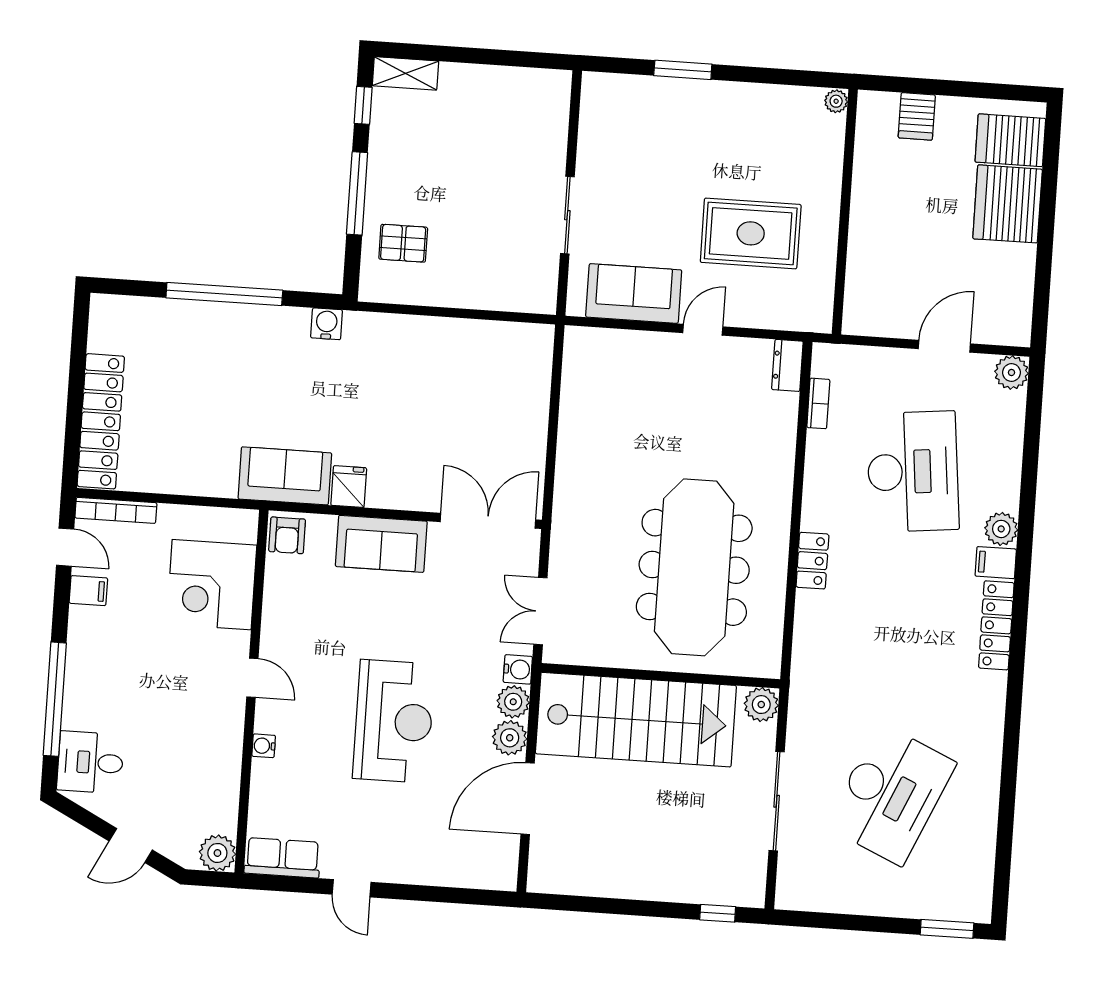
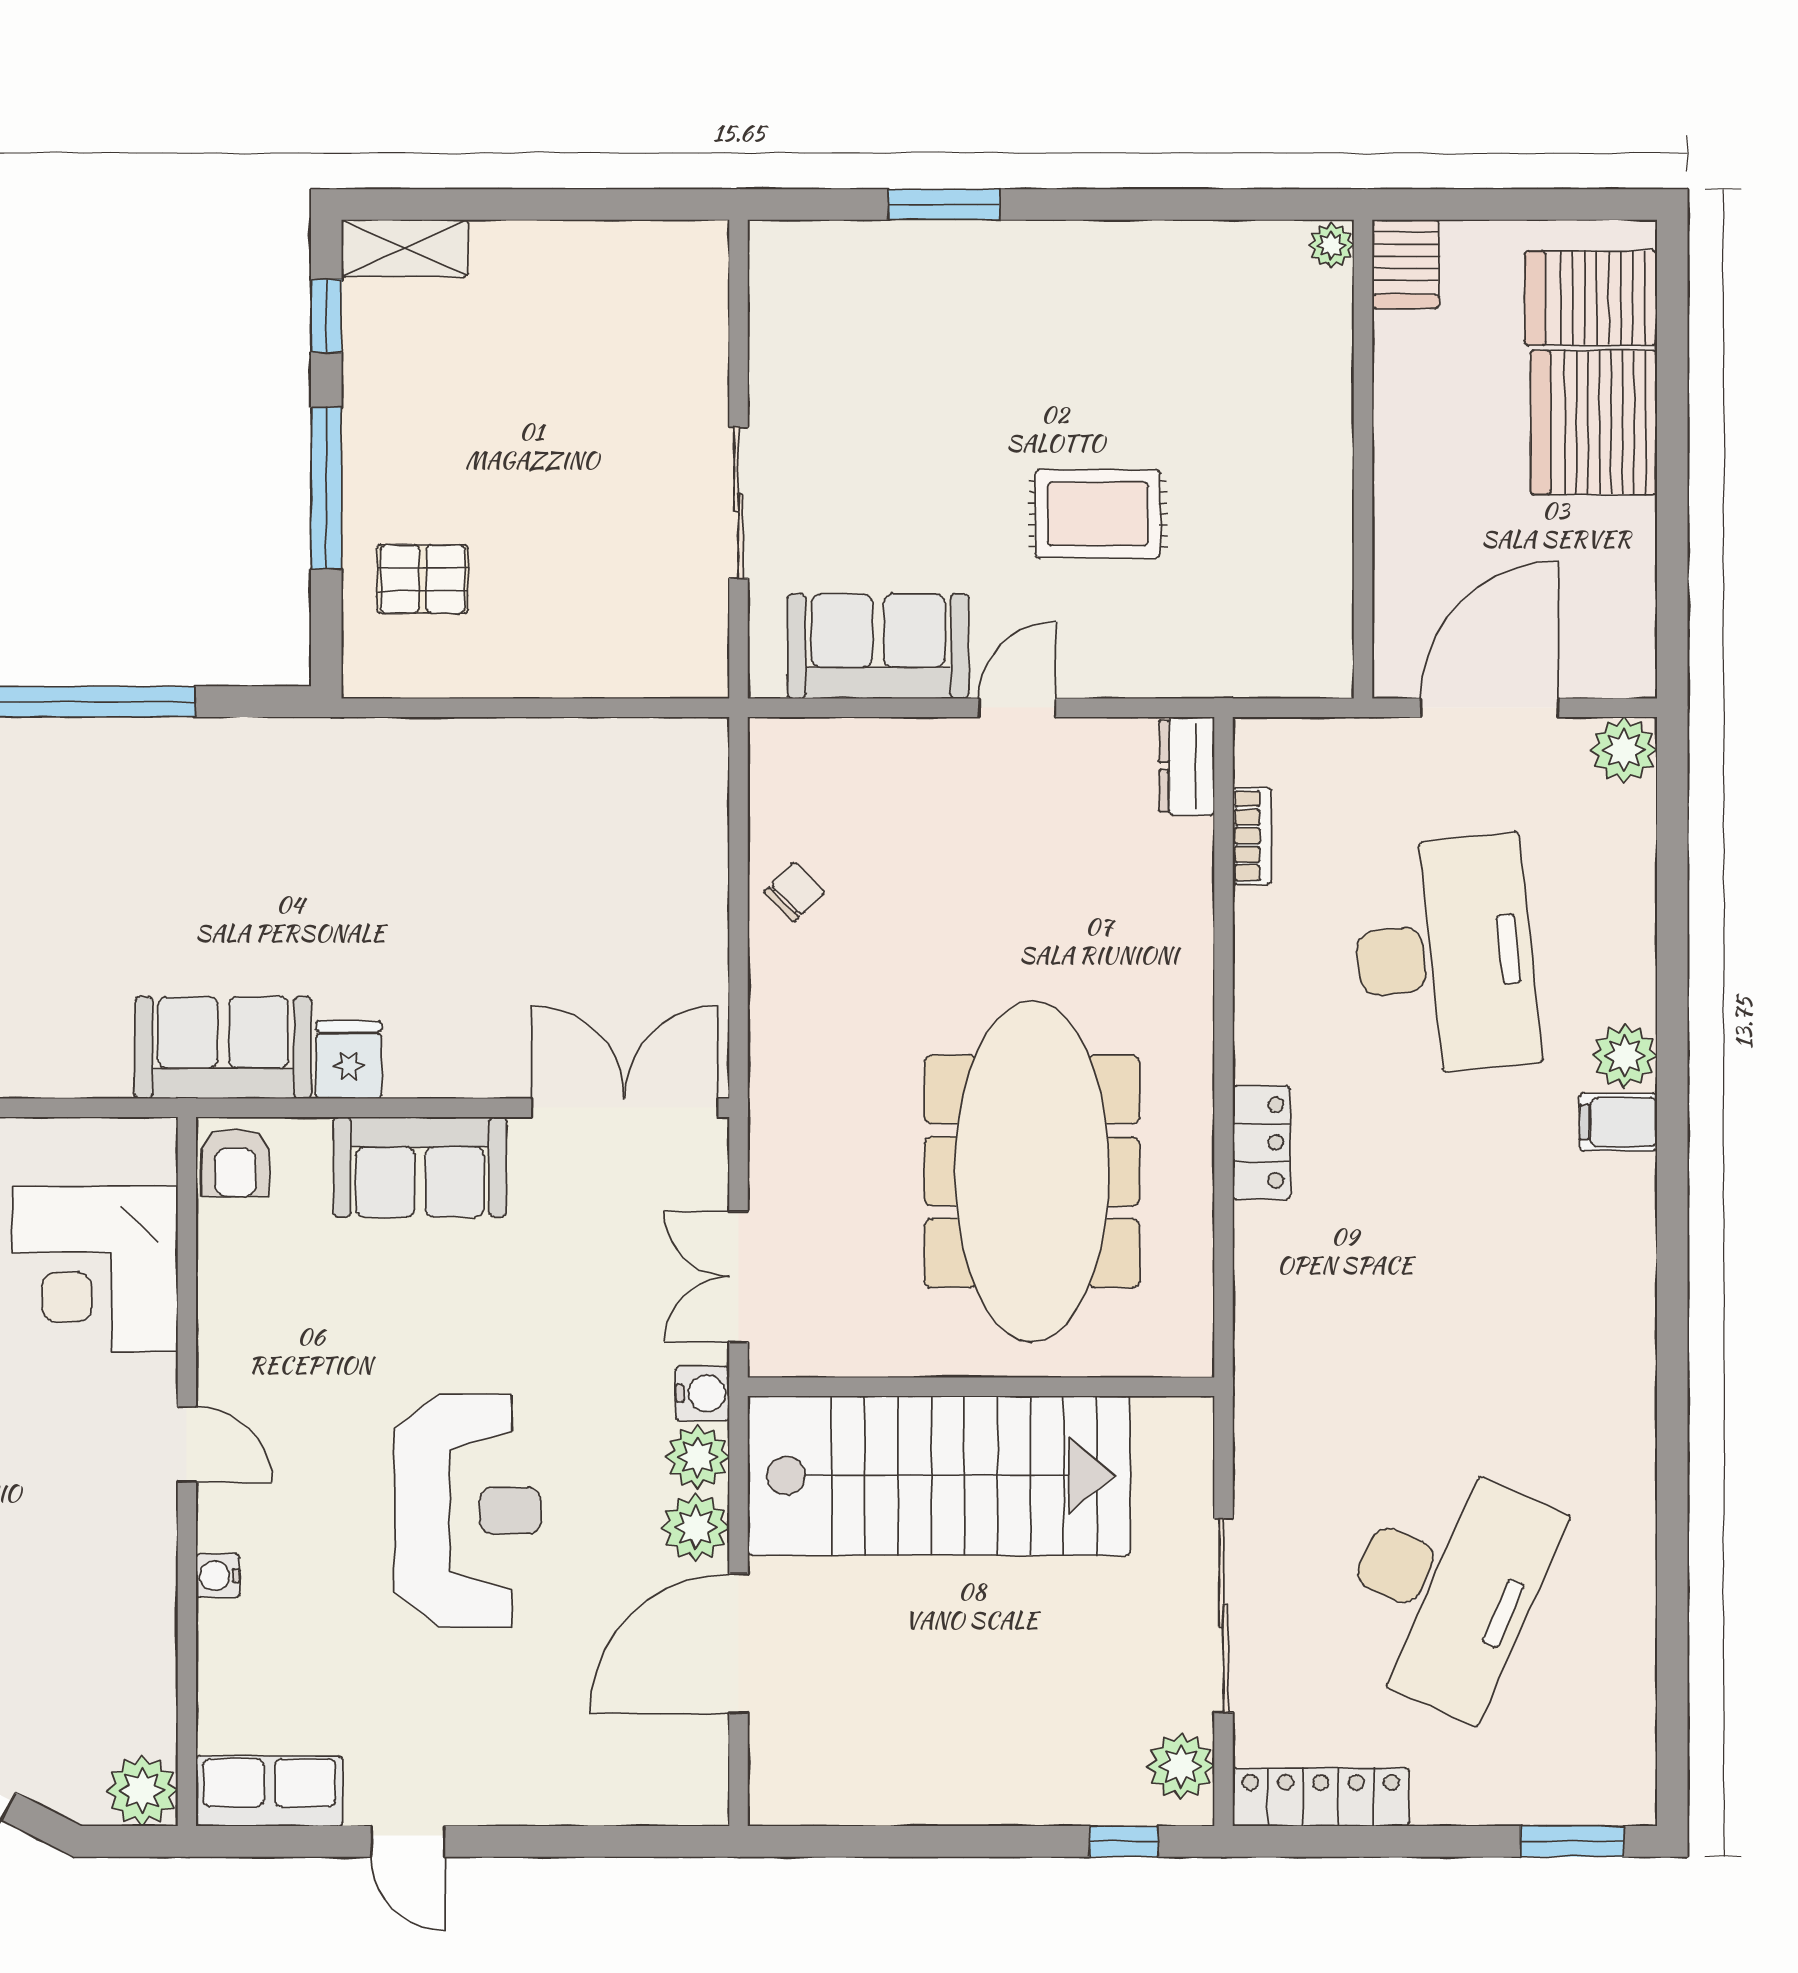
plant: (836, 101) -> (1331, 245), moved
wall: (845, 212) -> (1363, 459), moved
rug: (751, 233) -> (1098, 514), width x0.73, depth x0.70
water cooler: (327, 324) -> (284, 746), removed
door: (944, 346) -> (1490, 708), width x1.36
chair: (582, 416) -> (794, 892), added
locker: (996, 625) -> (1321, 1797), moved, turned 90
plant: (761, 705) -> (1181, 1766), moved

